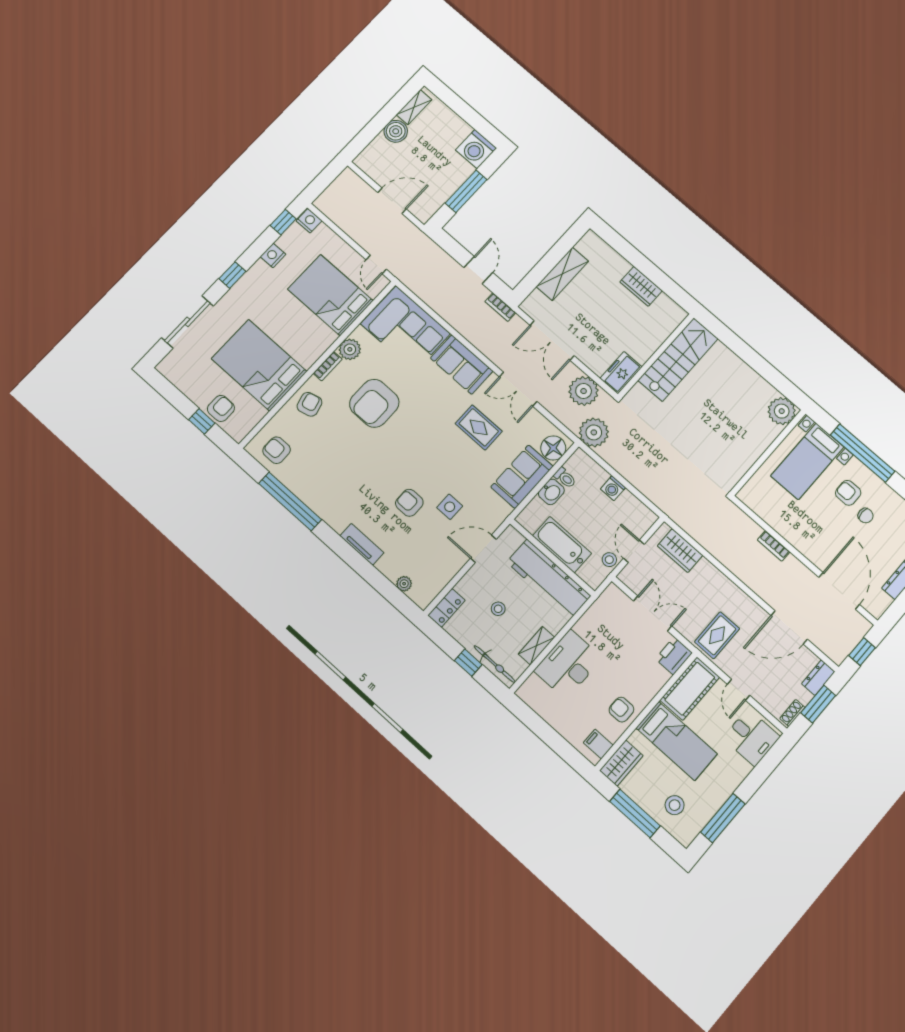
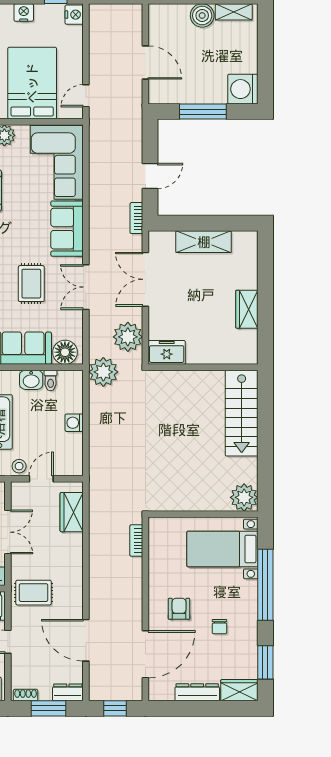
stairs: (678, 360) -> (242, 413), moved, turned 90
armchair: (848, 493) -> (179, 609), moved
bookcase: (774, 546) -> (136, 540), moved

